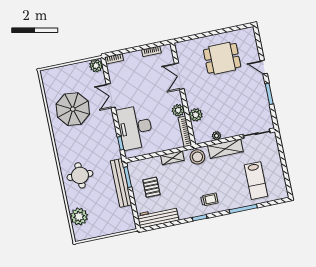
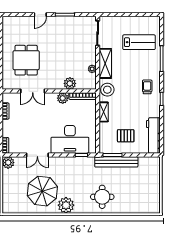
dining table: (222, 58) -> (26, 60), moved
plant: (79, 216) -> (66, 205), moved

